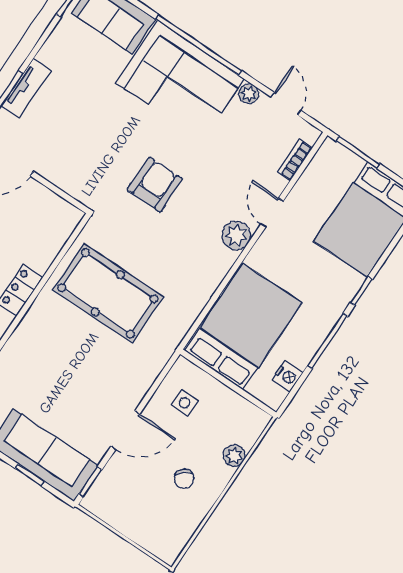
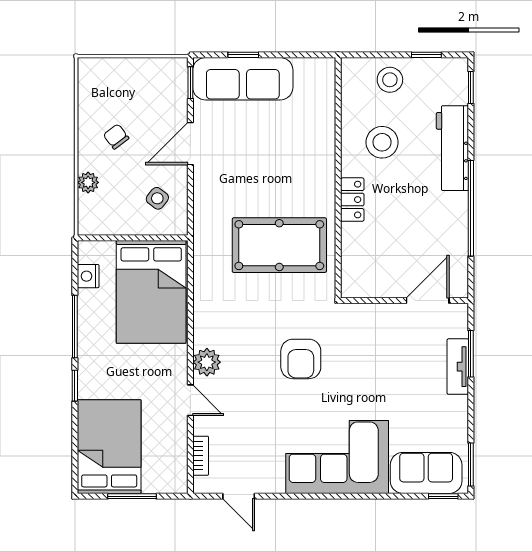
window: (199, 45) -> (341, 496), removed
plant: (249, 94) -> (274, 484), removed
window: (358, 152) -> (132, 496), moved
side table: (184, 403) -> (157, 198), turned 38

